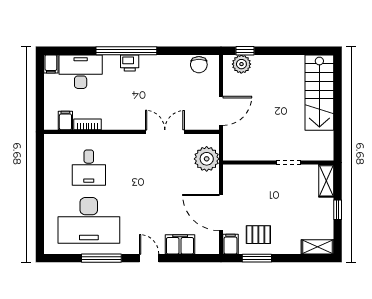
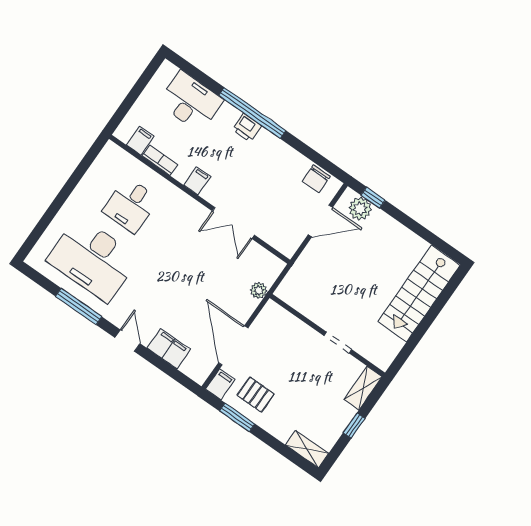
filing cabinet: (51, 64) -> (197, 181), moved, turned 180
door: (221, 111) -> (320, 221), moved
double door: (165, 132) -> (233, 223), swing flipped
plant: (207, 159) -> (259, 290), width x0.53, depth x0.53

